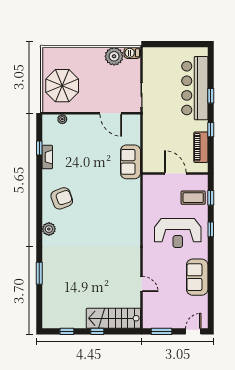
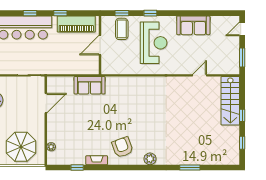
piano: (201, 147) -> (76, 24), width x1.37, depth x1.33
fireplace: (47, 157) -> (97, 160), moved
door: (193, 331) -> (242, 29), hinge flipped

